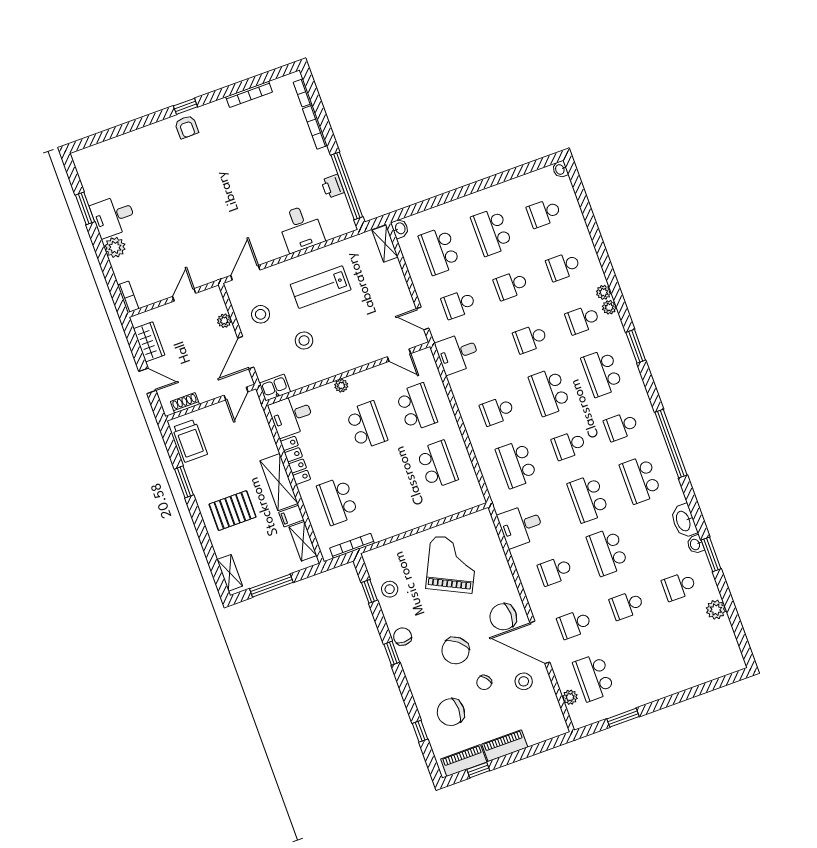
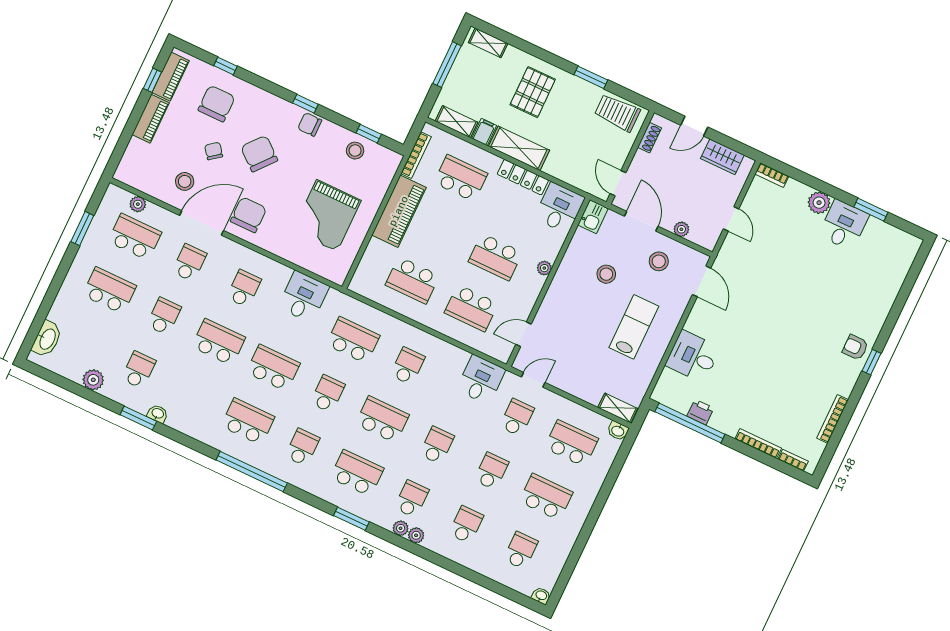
piano: (401, 520) -> (399, 211), added
washbasin: (684, 521) -> (47, 339), moved, turned 90
grand piano: (452, 564) -> (327, 216), turned 64
chair: (403, 637) -> (310, 124), turned 180
school desk: (646, 658) -> (109, 290), added

